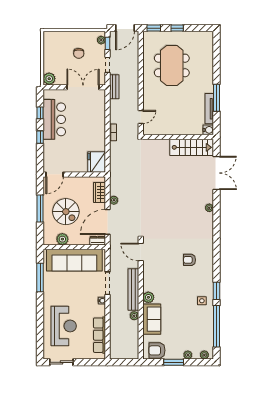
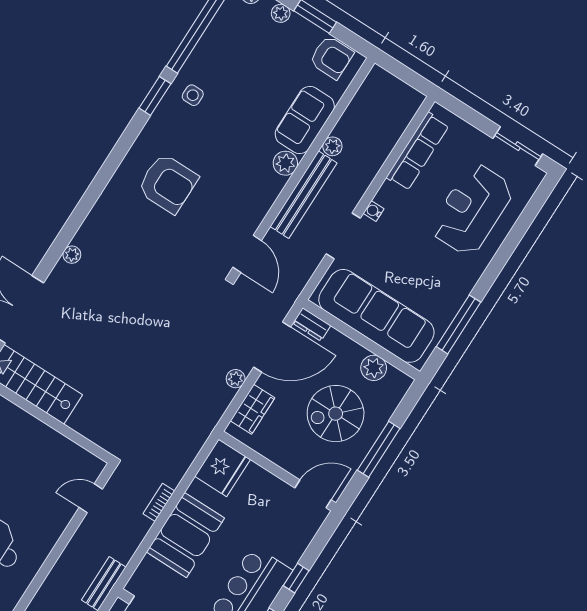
booth: (94, 126) -> (185, 535), added
spiral stairs: (66, 212) -> (336, 414), turned -90
armchair: (190, 260) -> (168, 183), width x1.88, depth x1.88

